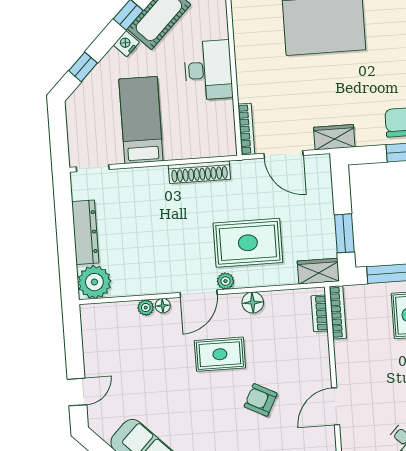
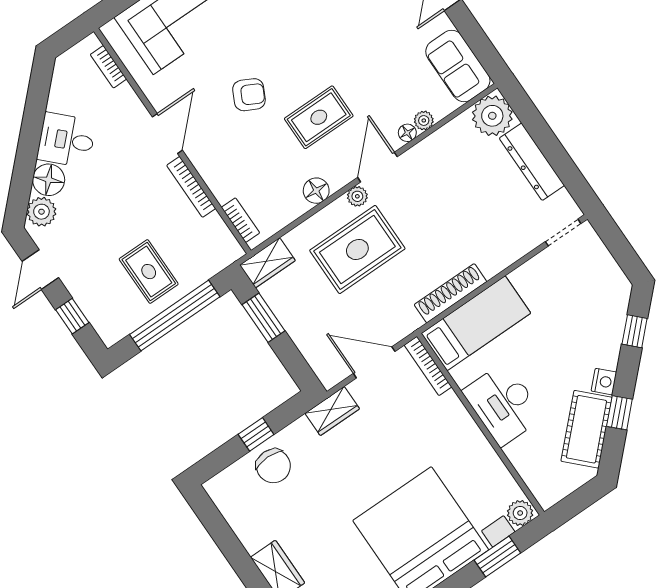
bed: (141, 120) -> (476, 323), moved, turned -90
bookcase: (338, 312) -> (191, 187), moved
sofa: (98, 332) -> (458, 66), added

